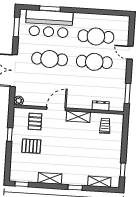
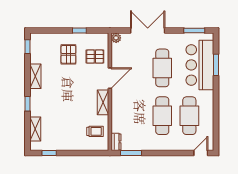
door: (130, 53) -> (201, 153), moved
dresser: (101, 106) -> (116, 142), moved
door: (56, 109) -> (110, 78), hinge flipped

